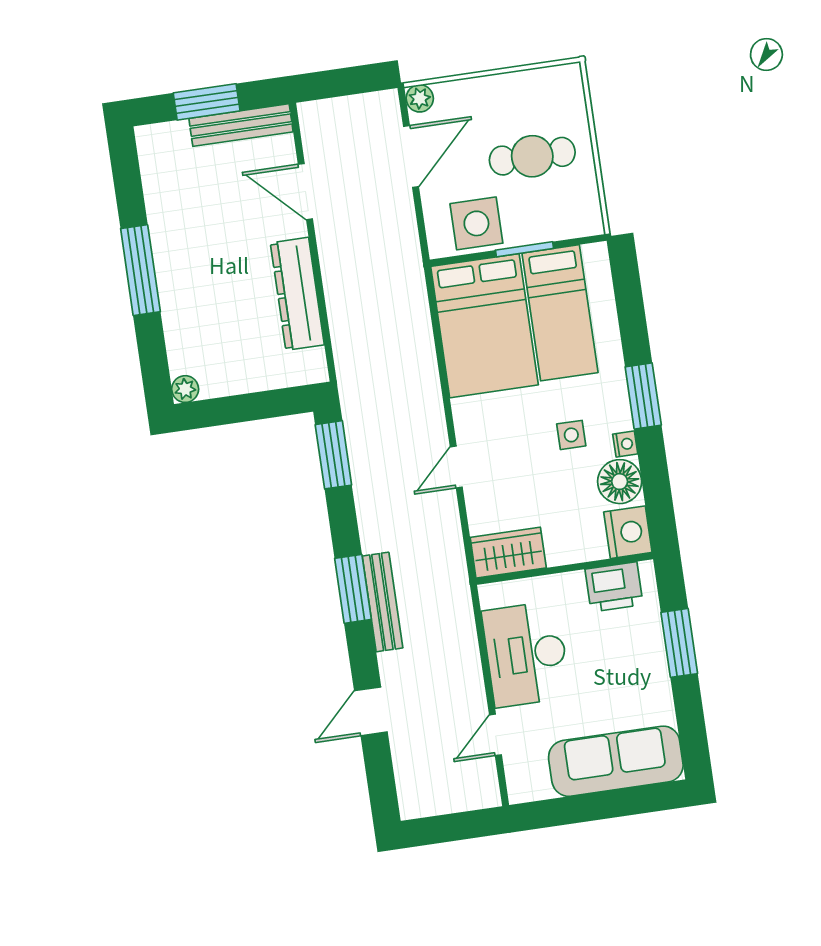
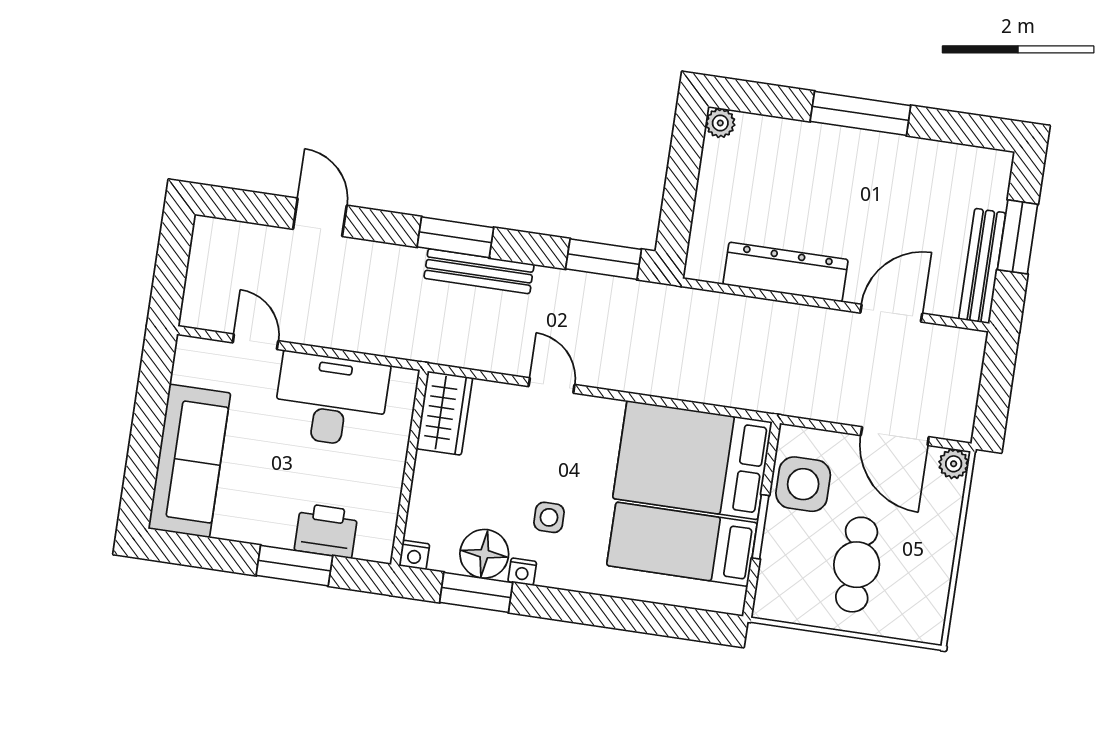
window: (643, 396) -> (476, 592), moved
nightstand: (628, 532) -> (414, 555), width x0.53, depth x0.56
printer: (614, 587) -> (326, 531), moved, turned 90
bench: (382, 602) -> (479, 271), moved

